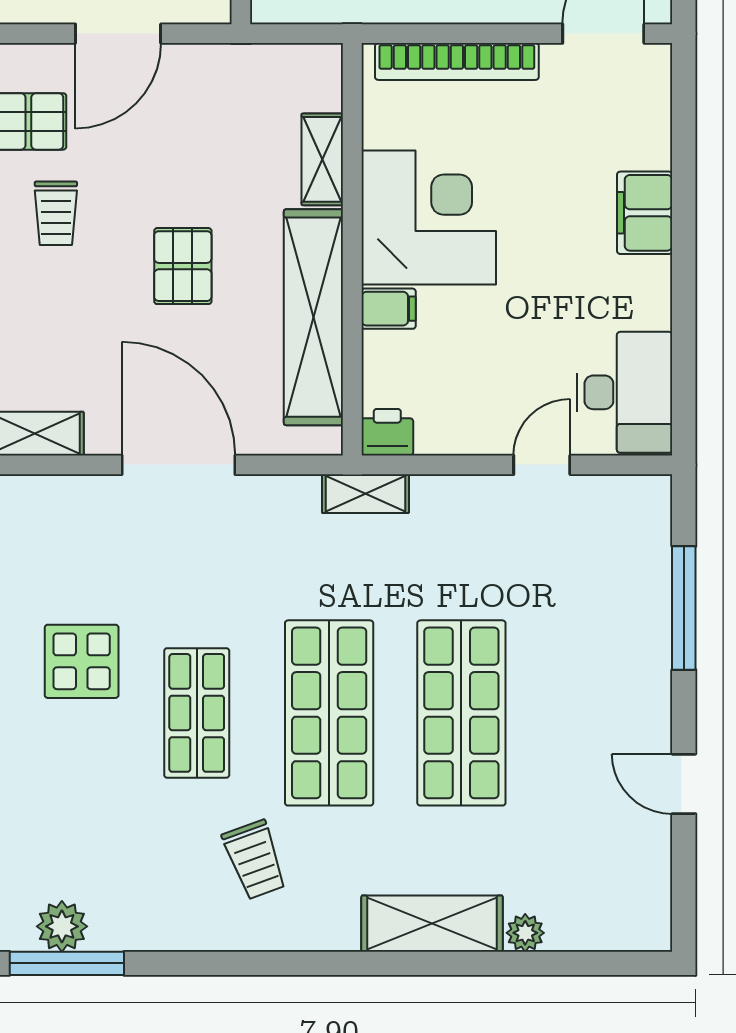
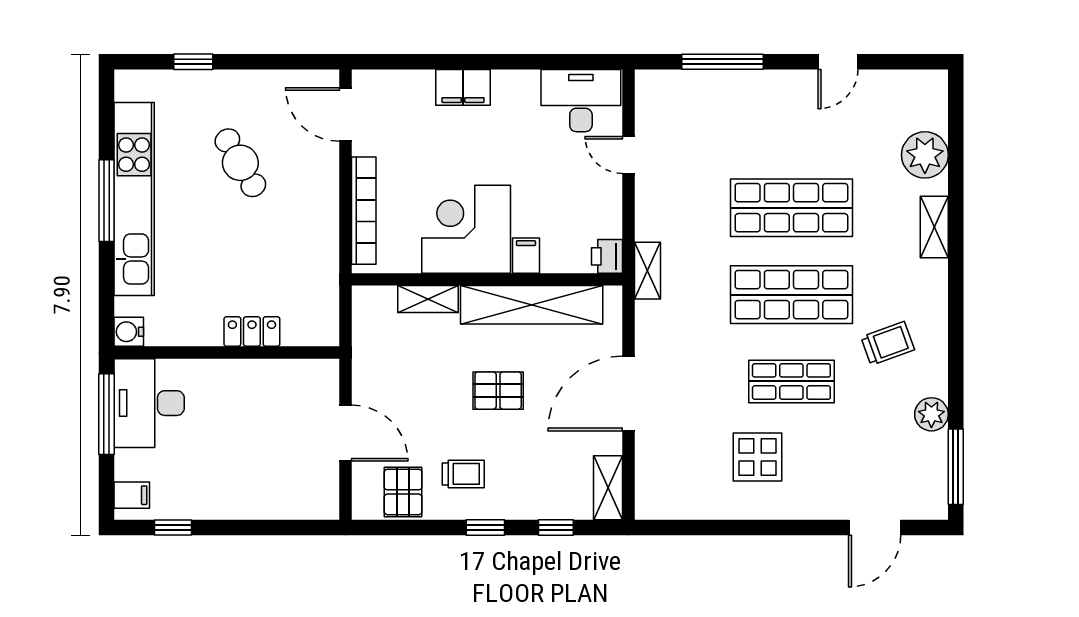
shelving: (432, 924) -> (934, 227), width x0.67, depth x0.75
plant: (62, 926) -> (931, 414), moved
plant: (525, 933) -> (925, 155), width x1.87, depth x1.87

